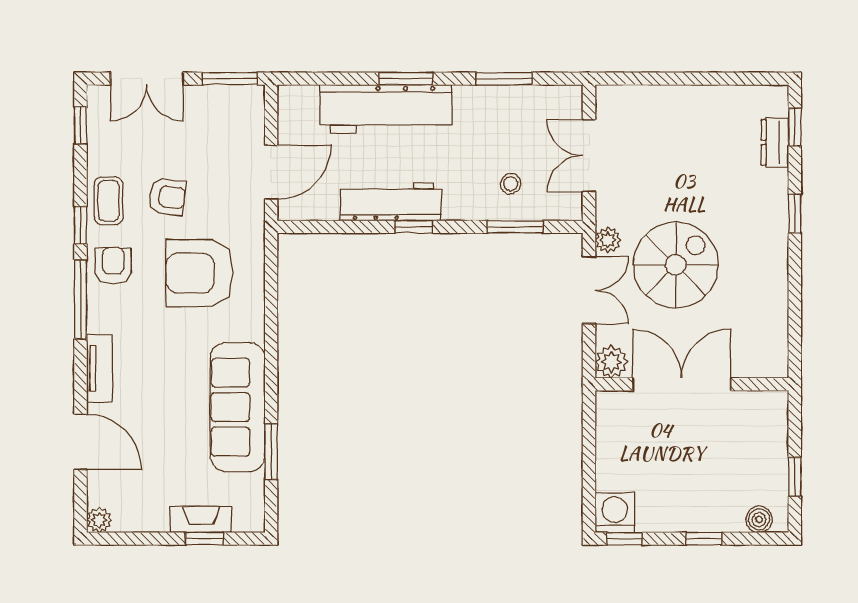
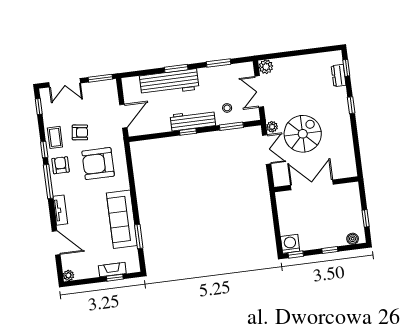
workbench: (391, 202) -> (193, 120), moved
plant: (611, 362) -> (266, 67), moved

